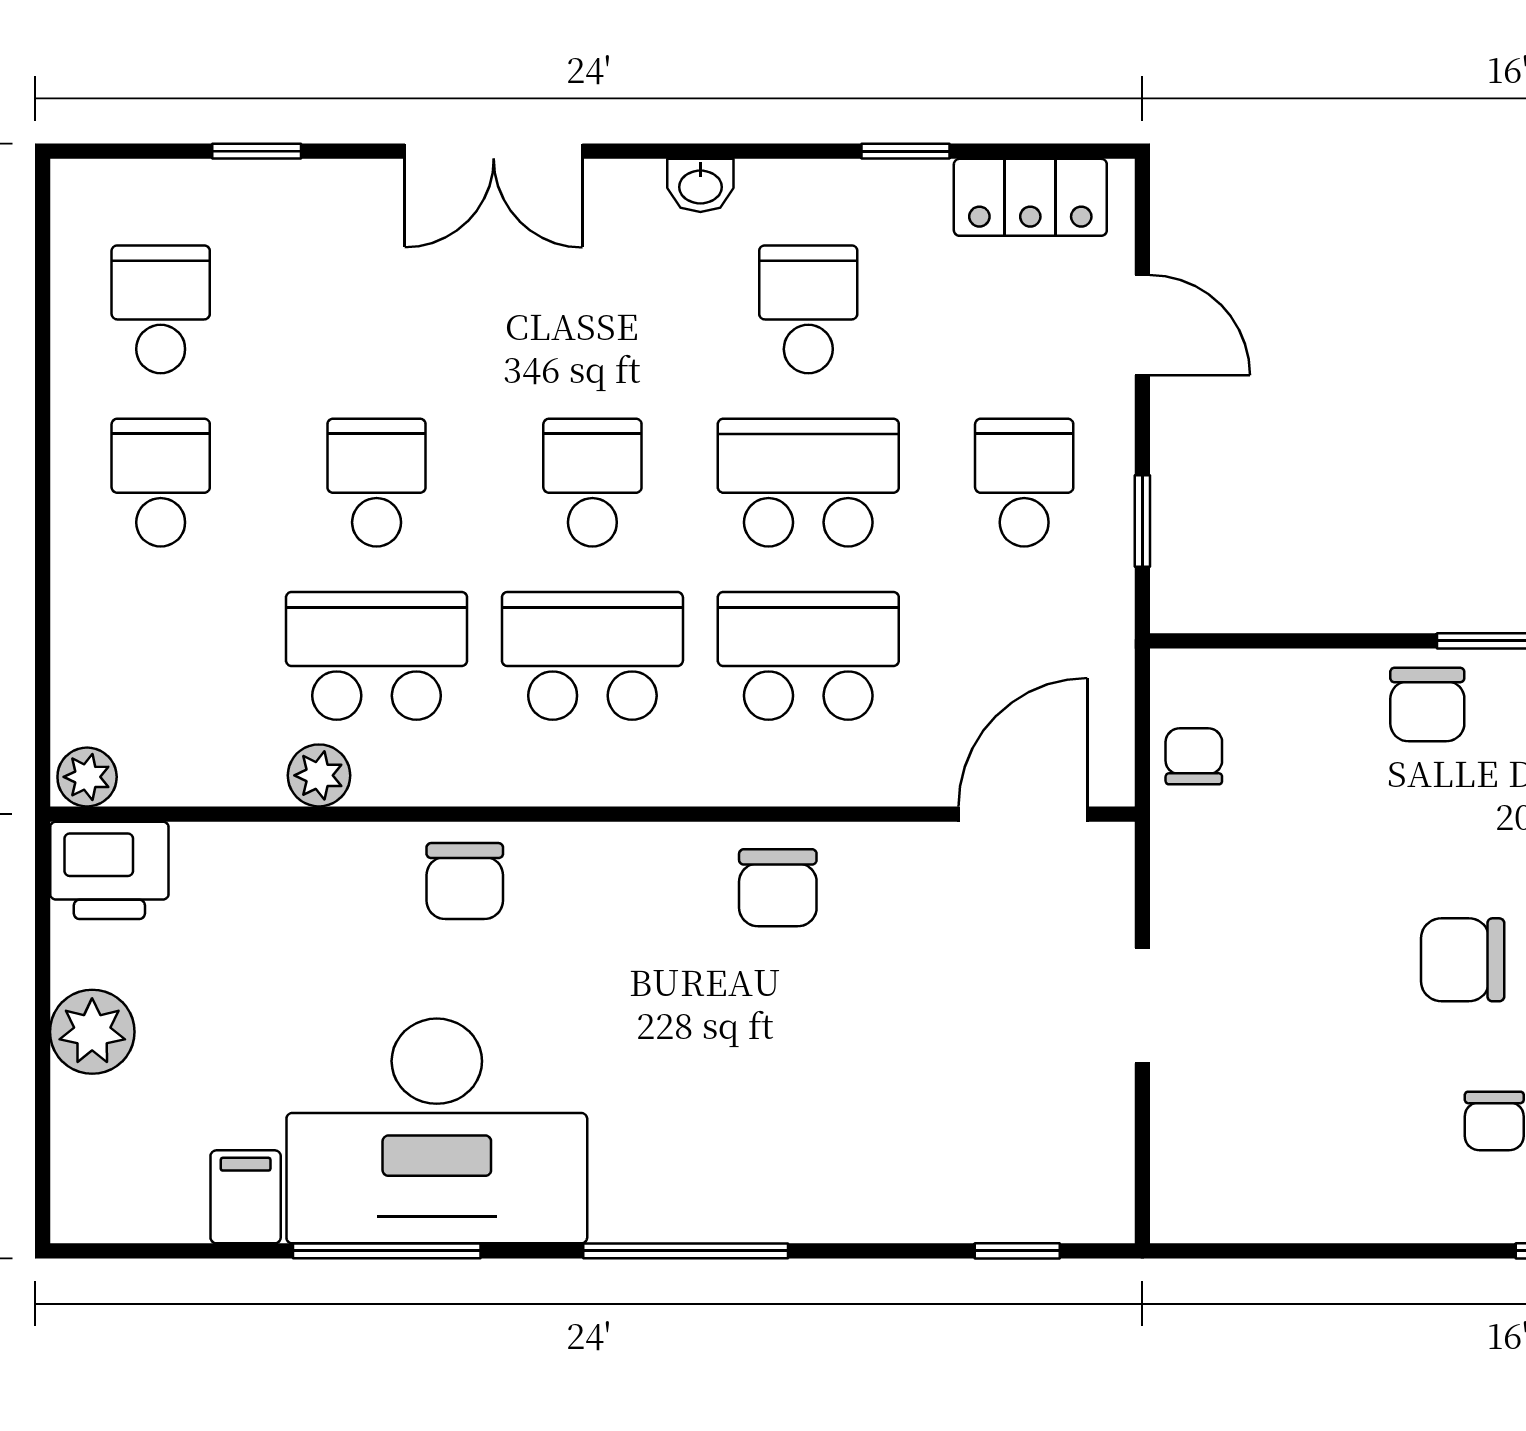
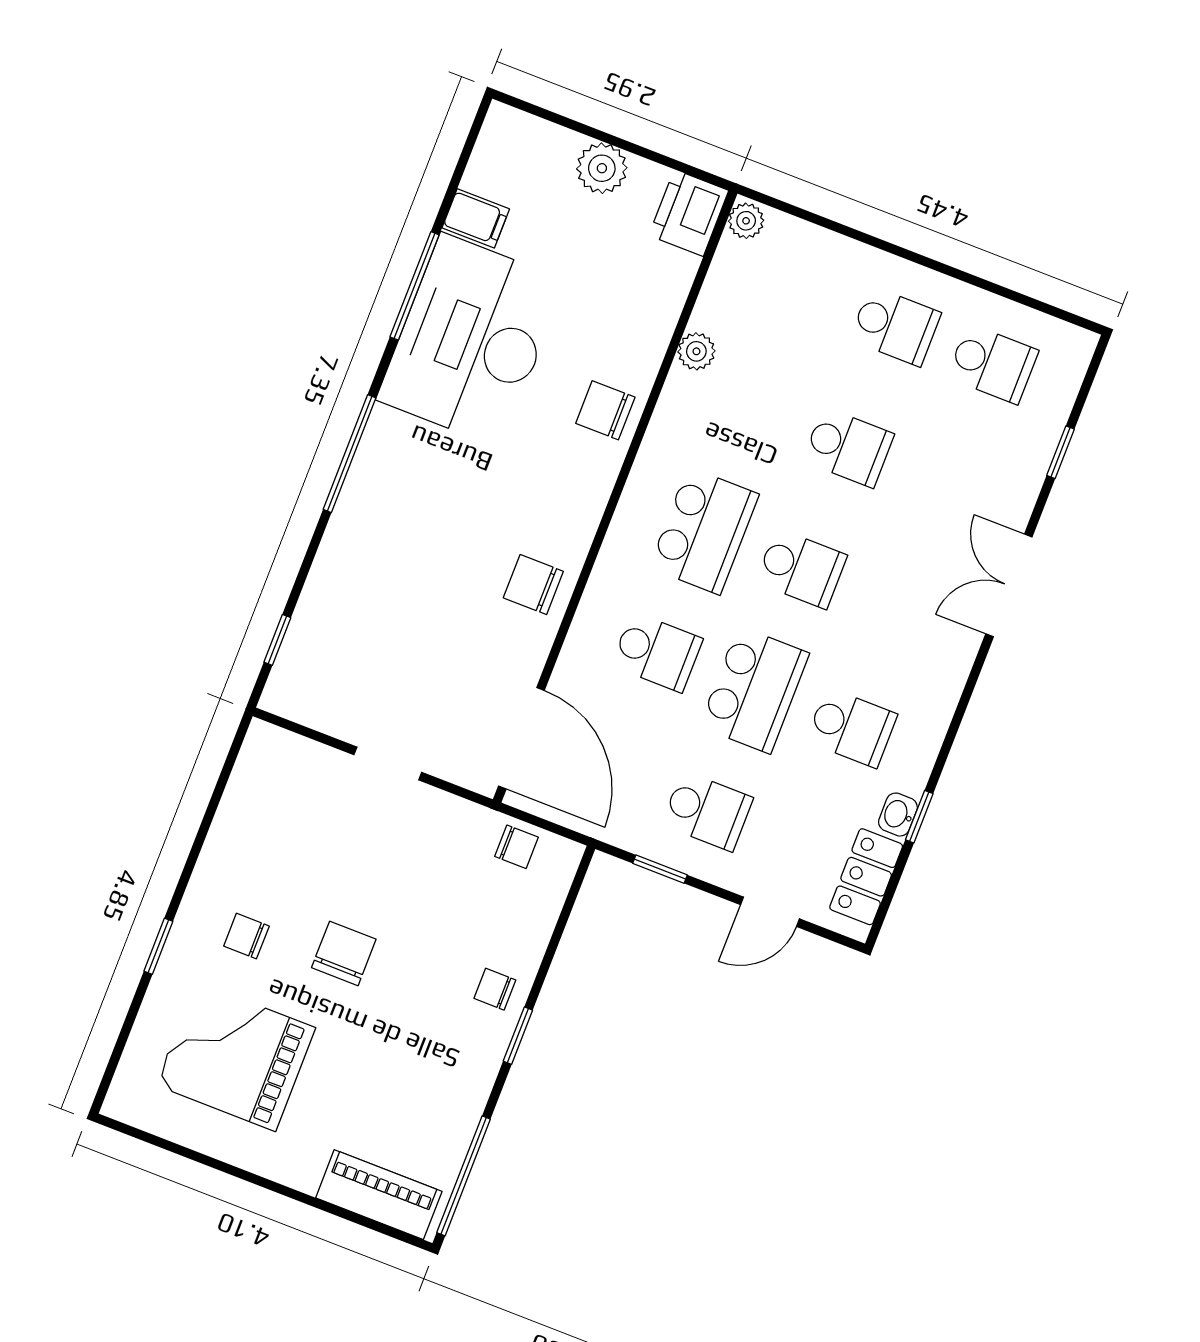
washbasin: (700, 185) -> (898, 815), moved
school desk: (377, 656) -> (751, 410), removed
school desk: (808, 656) -> (657, 652), width x0.54
chair: (1427, 704) -> (495, 989), width x0.73, depth x0.73
door: (1023, 814) -> (521, 738), width x1.36

